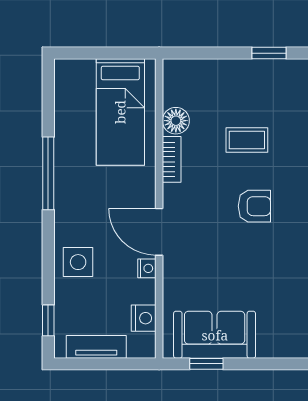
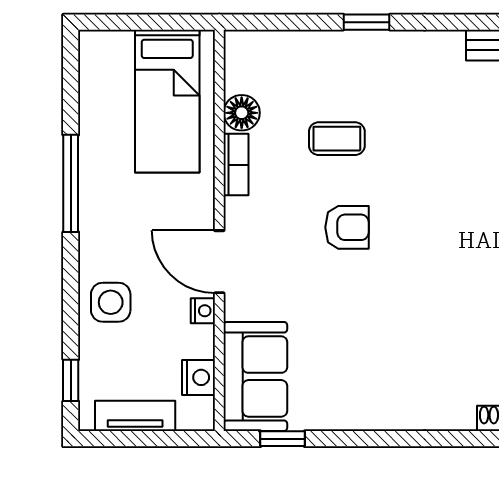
sofa: (215, 335) -> (255, 376), moved, turned 90

